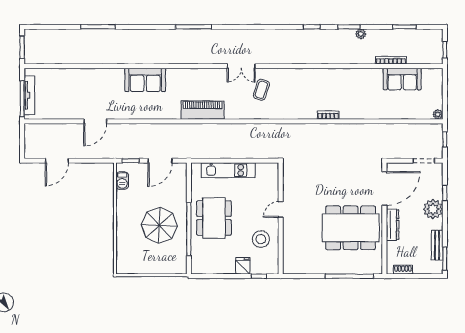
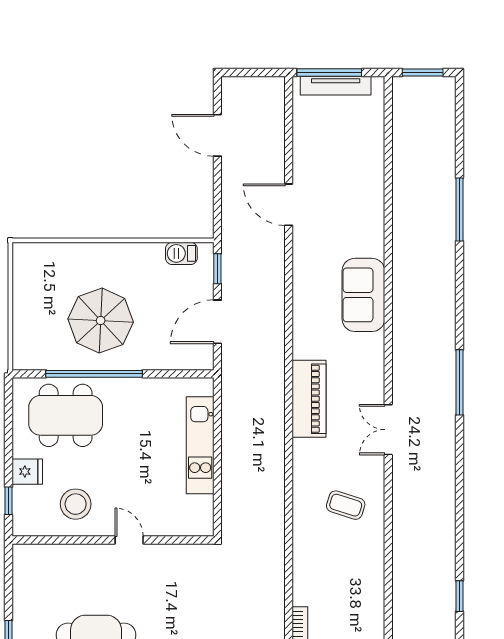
double door: (241, 66) -> (388, 430), moved
door: (160, 161) -> (217, 322), hinge flipped
dining table: (214, 218) -> (66, 415), moved

